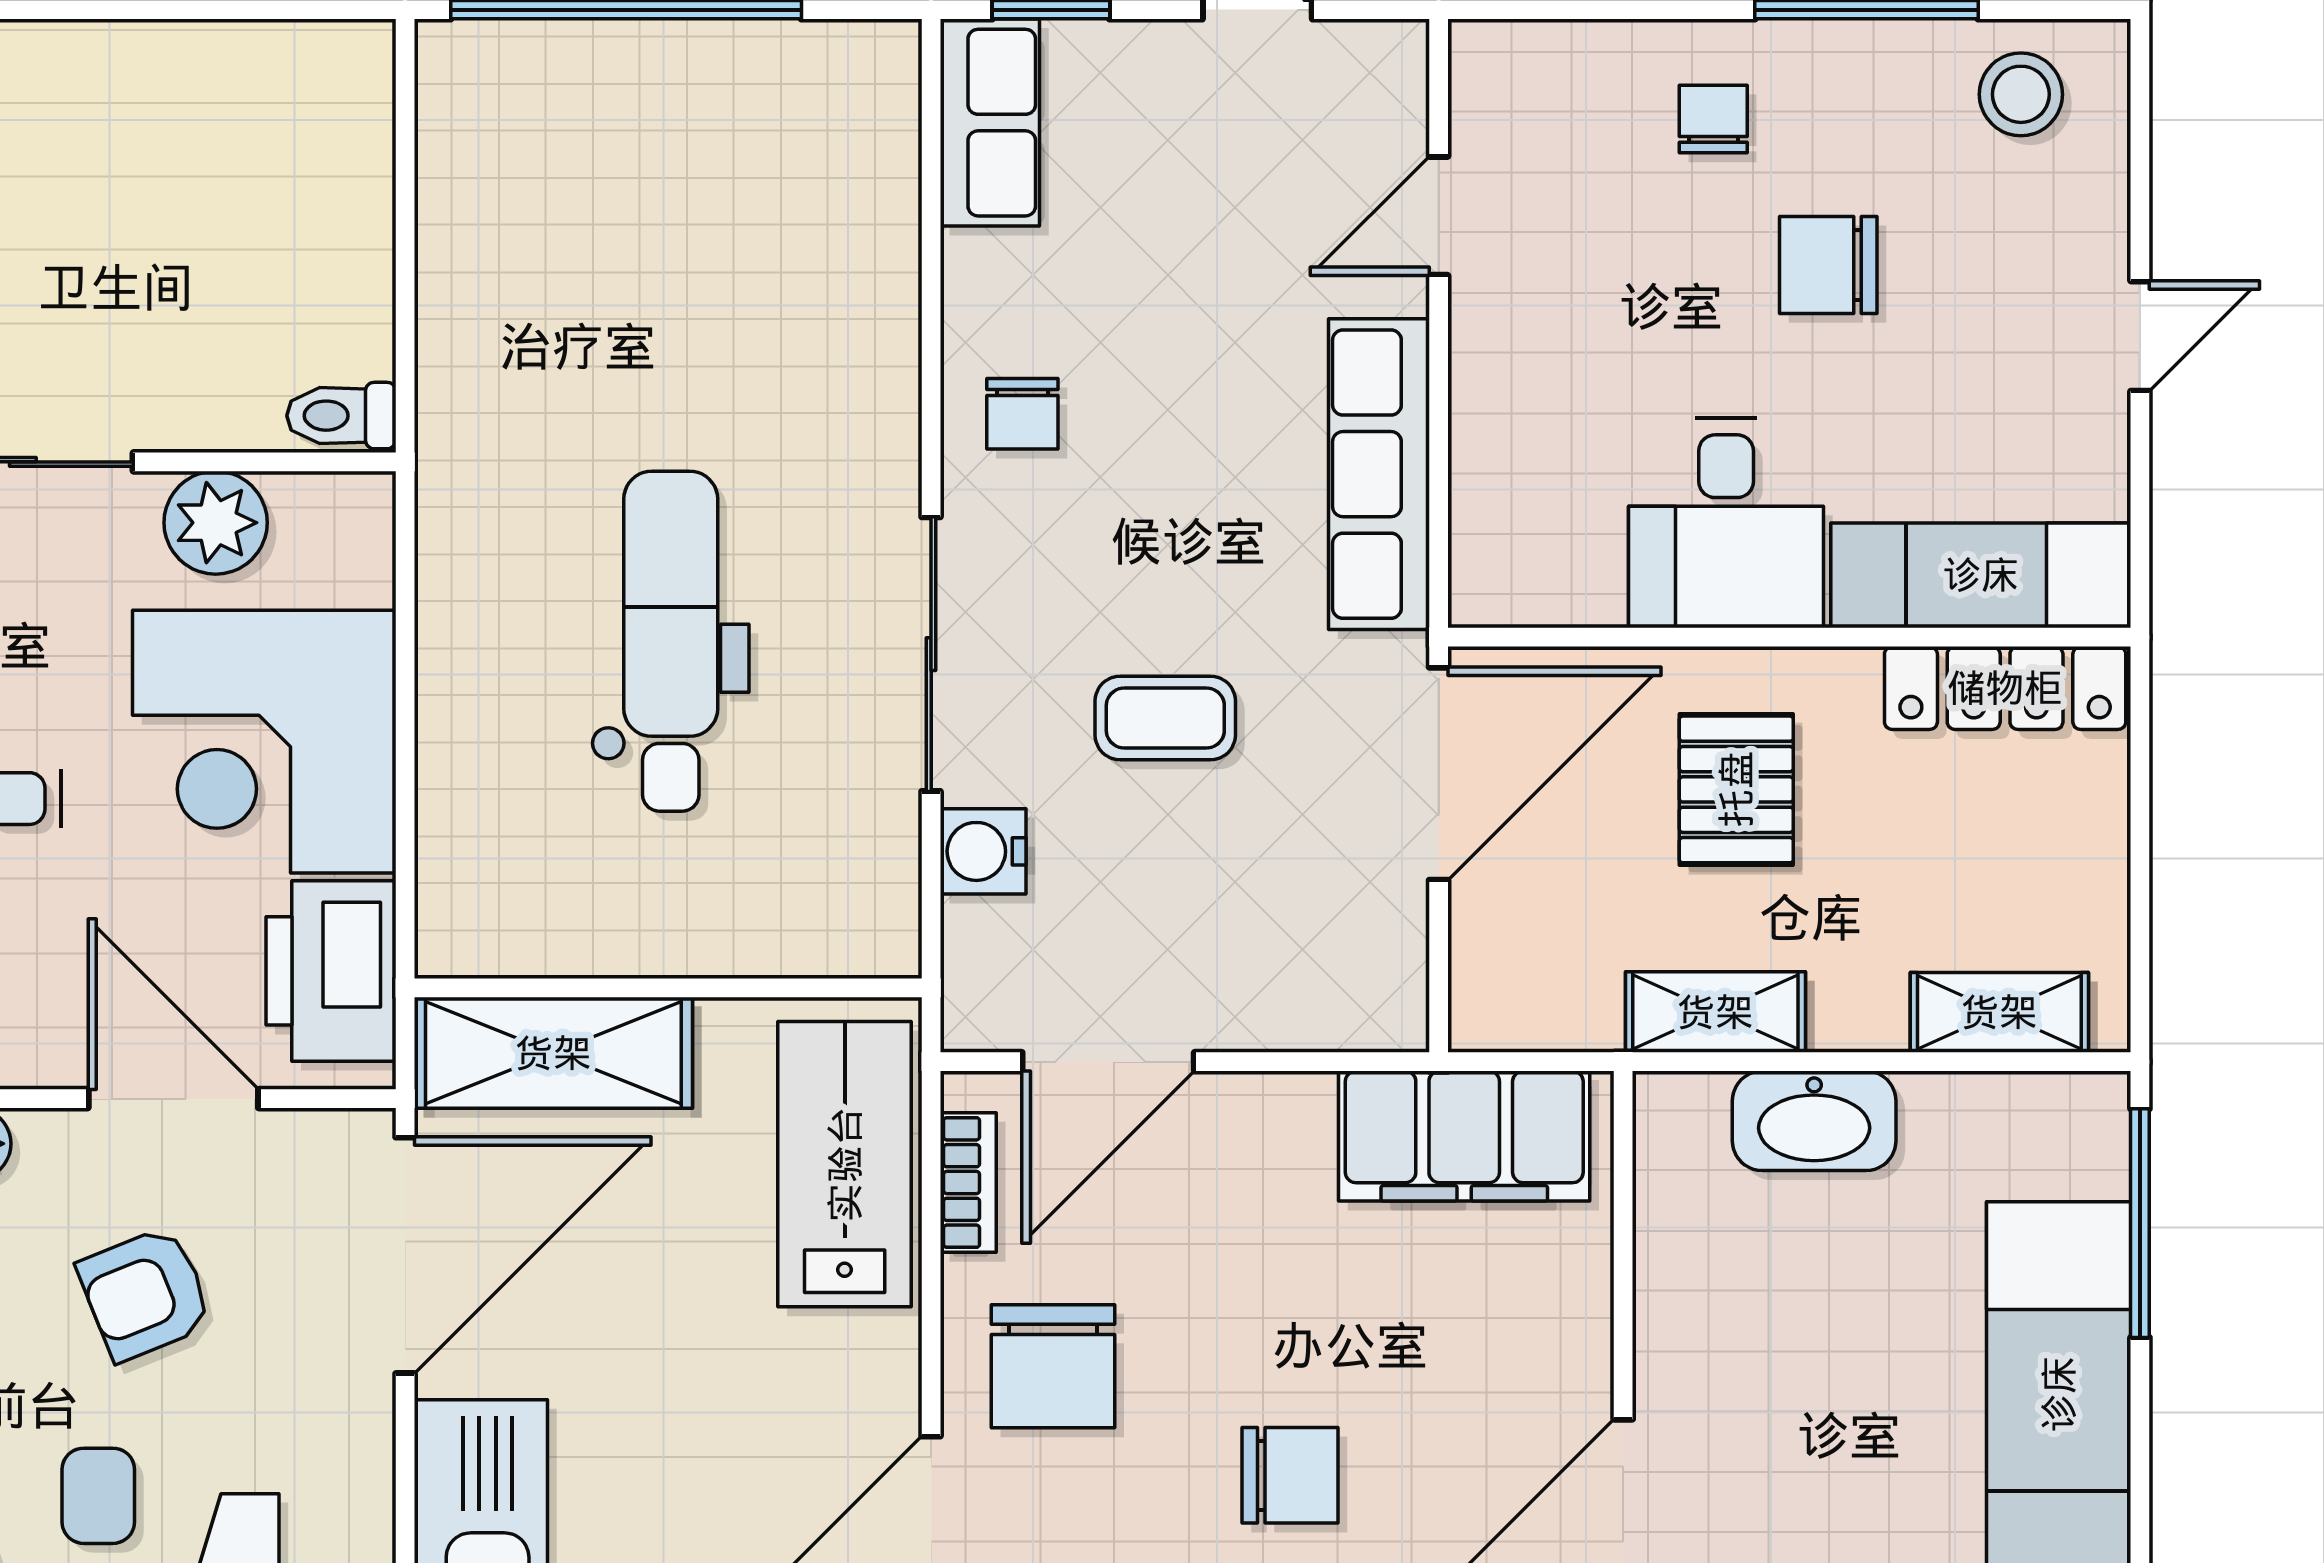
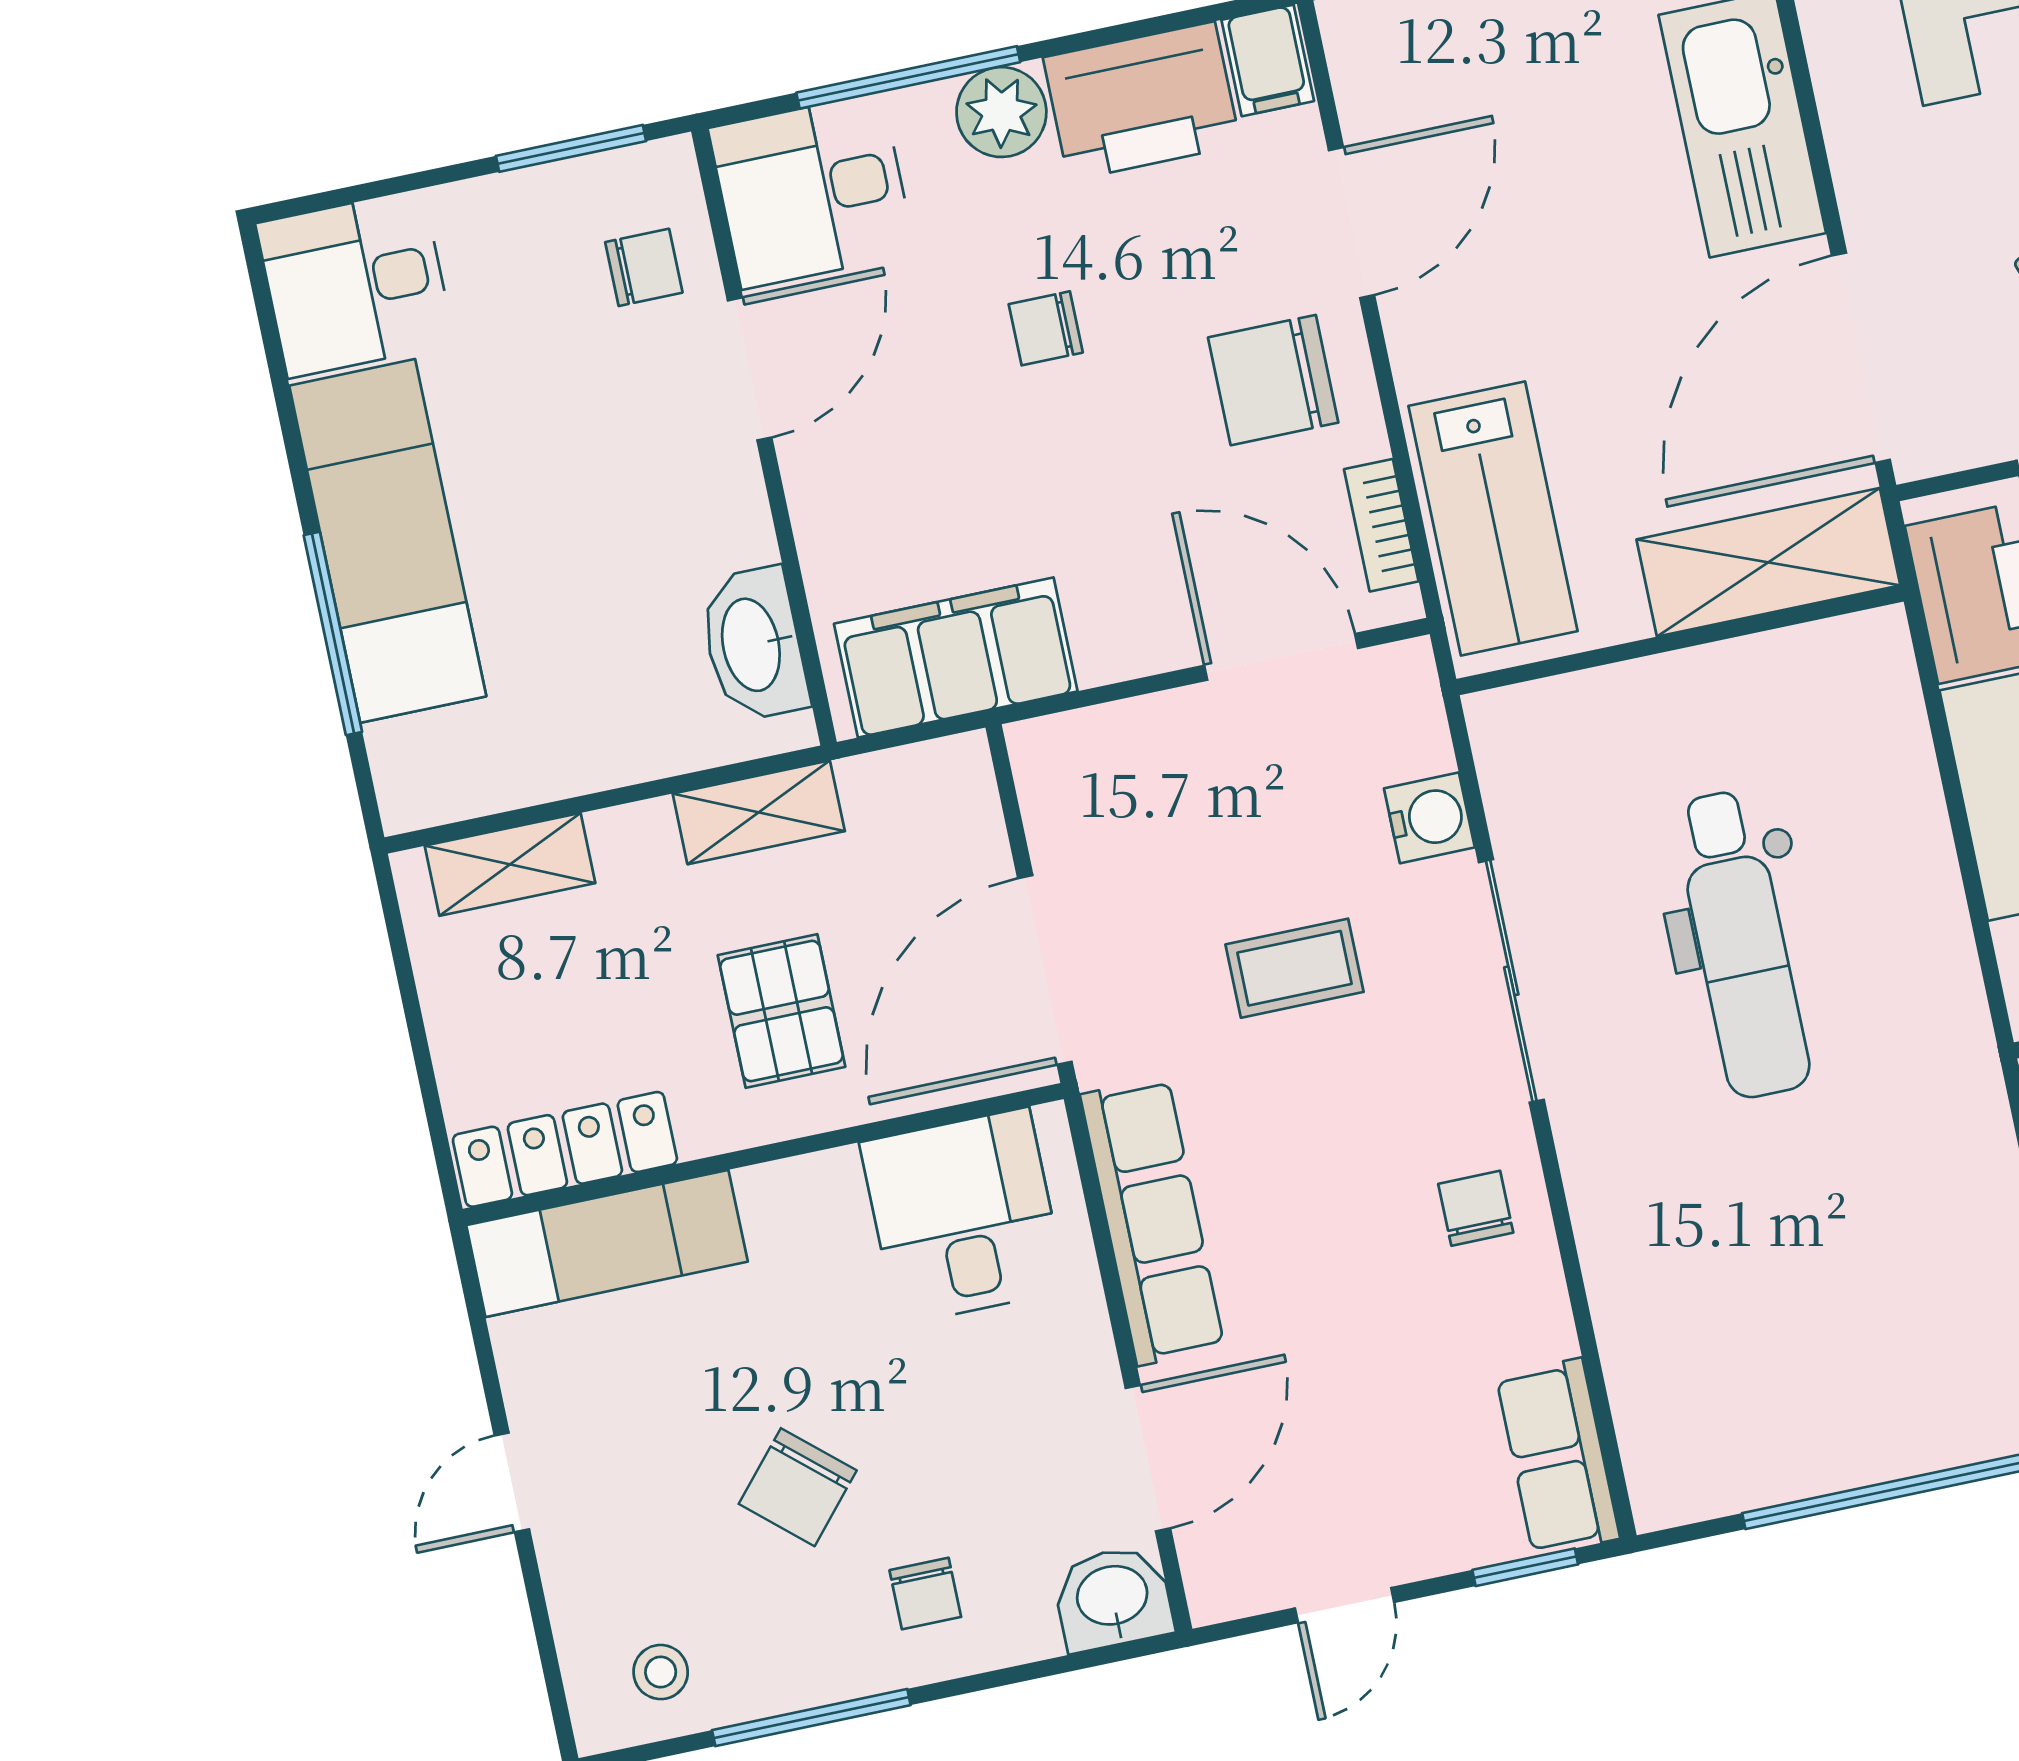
washbasin: (1509, 71) -> (1113, 1598), added
stool: (2021, 94) -> (661, 1672), width x0.73, depth x0.73
door: (1439, 216) -> (1148, 1458), width x1.38
chair: (1828, 265) -> (798, 1487), turned 131
desk: (1726, 523) -> (963, 1216), moved
door: (1108, 1062) -> (1281, 657), hinge flipped
washbasin: (1814, 1121) -> (754, 644), moved, turned -90
window: (2140, 1223) -> (333, 633), moved
chair: (1053, 1366) -> (1273, 380), turned -90
chair: (1290, 1475) -> (1046, 328), width x0.73, depth x0.73

